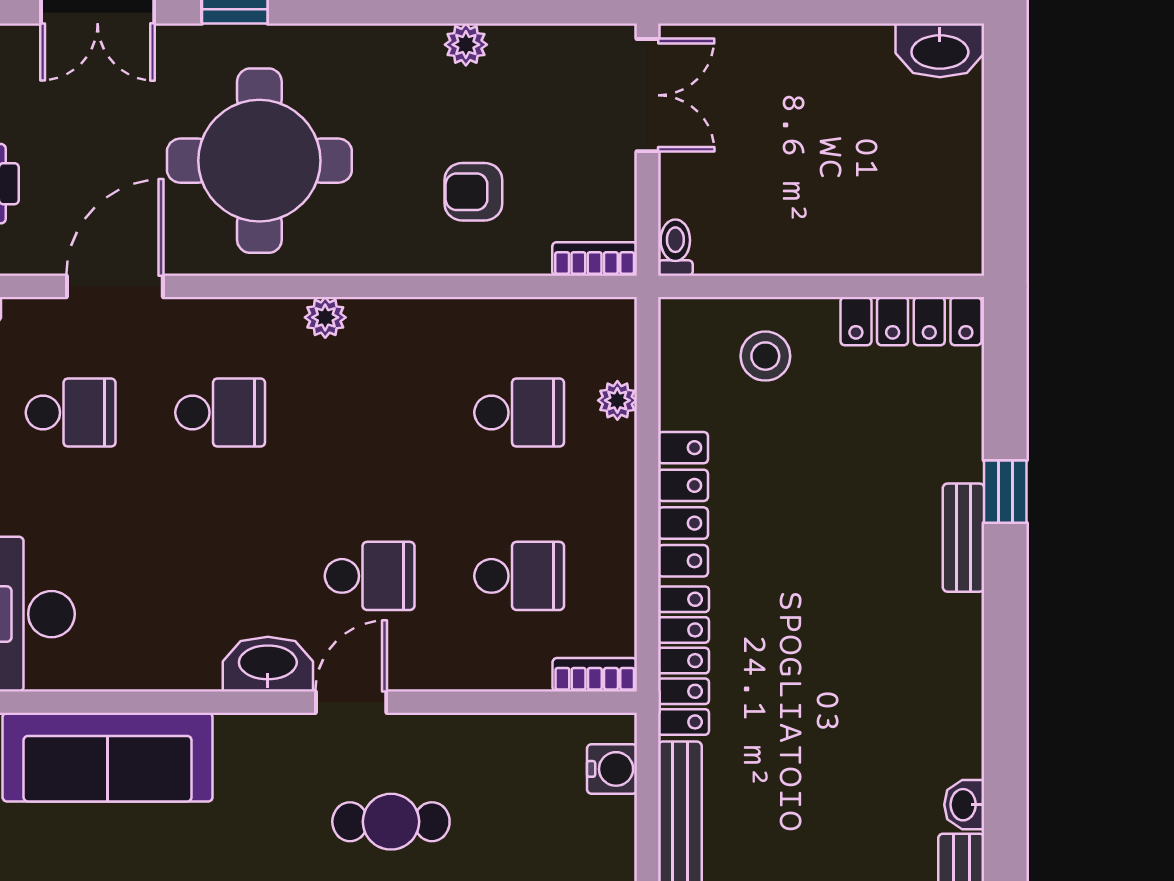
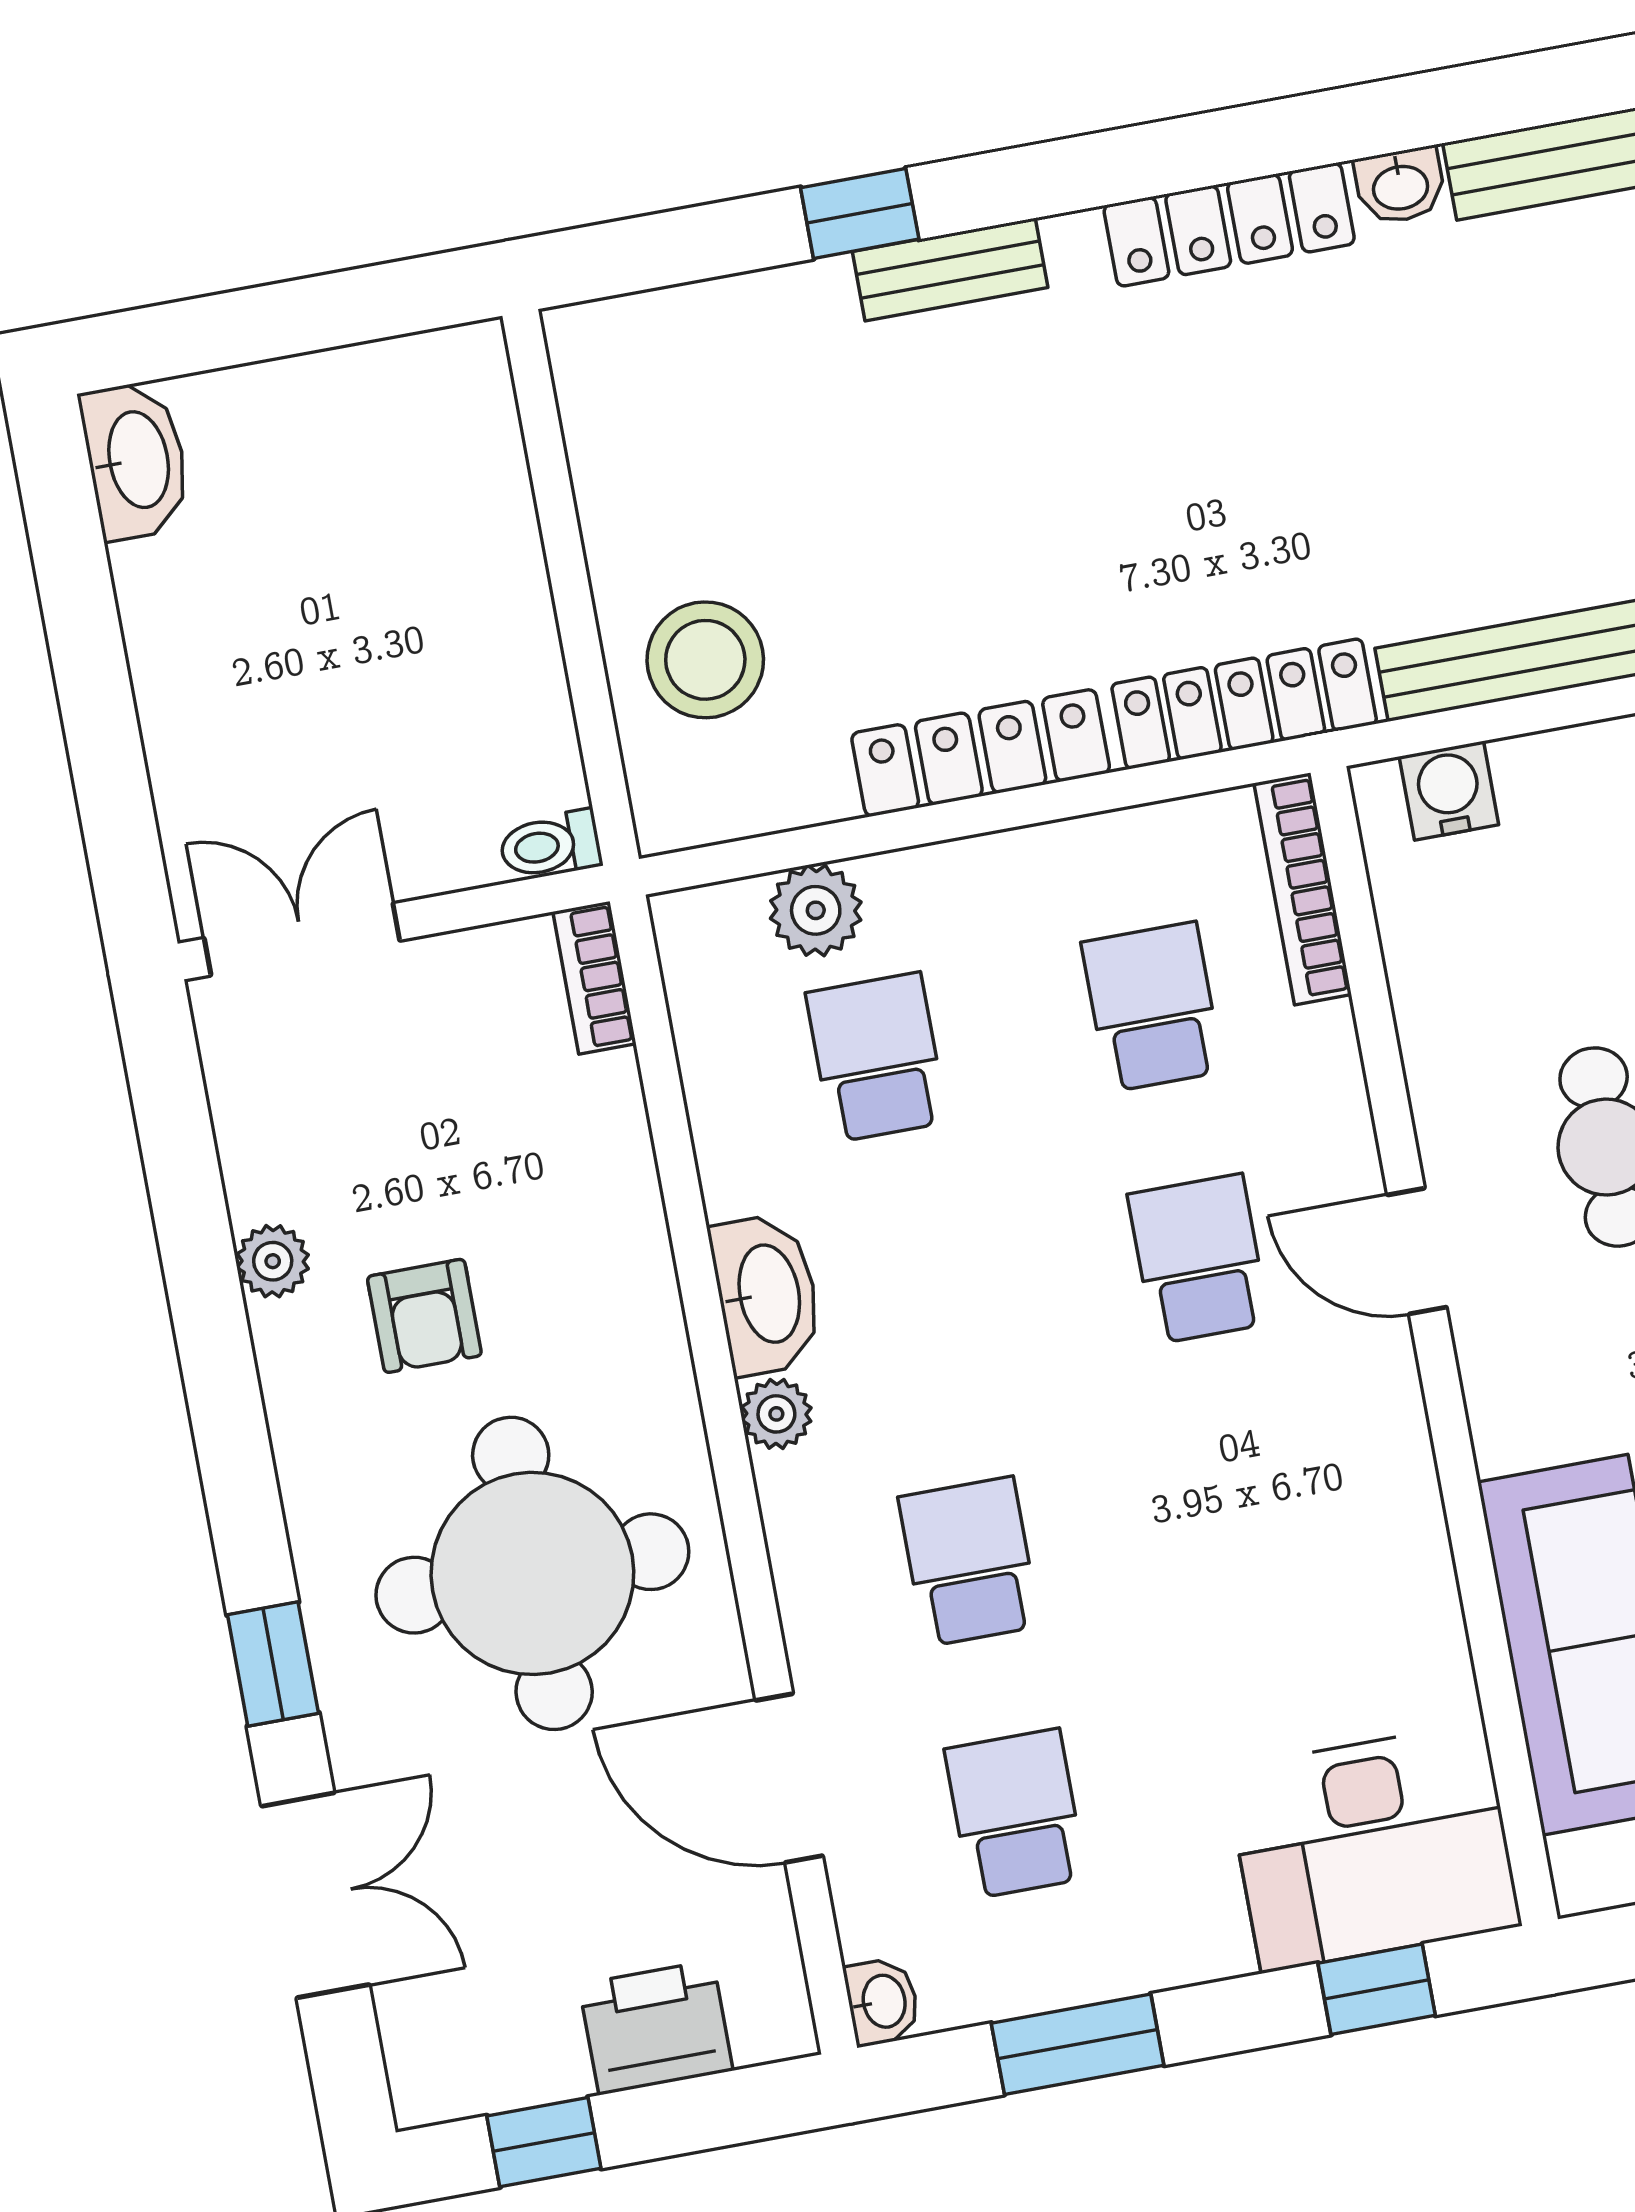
armchair: (473, 192) -> (424, 1316), moved
locker: (911, 321) -> (1229, 225), moved, turned 90
stool: (765, 356) -> (705, 660), width x1.38, depth x1.38
plant: (617, 400) -> (816, 910), width x1.38, depth x1.38
washbasin: (268, 664) -> (767, 1294), moved, turned 180
bookcase: (595, 675) -> (1303, 889), width x1.56

